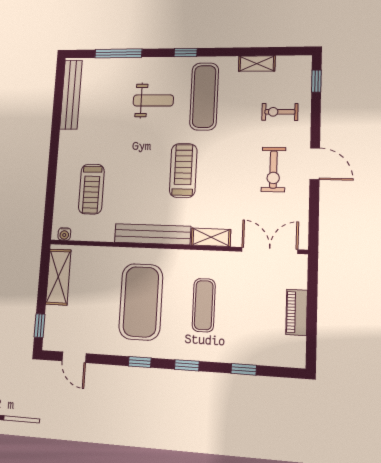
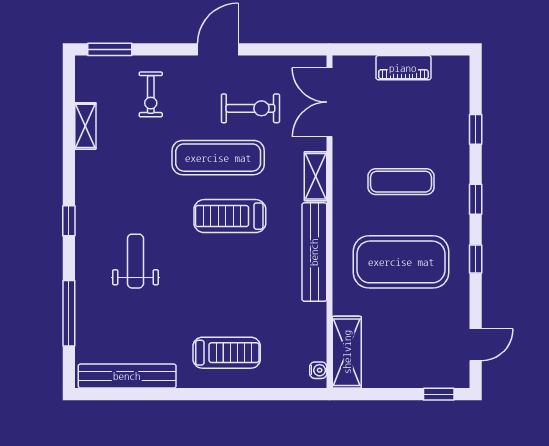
window: (316, 81) -> (110, 49), width x1.50
exercise mat: (204, 96) -> (218, 158), moved
exercise bike: (273, 169) -> (250, 108), moved
treadmill: (91, 189) -> (227, 353), moved
shelving: (58, 277) -> (347, 352), moved, turned 90

